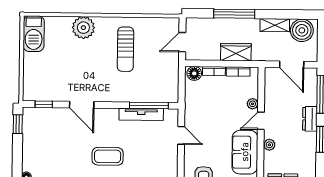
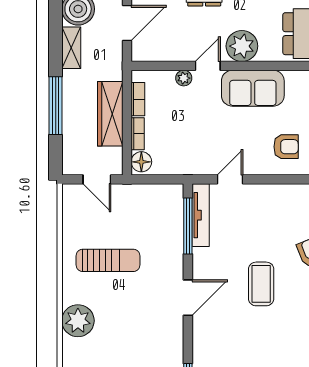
wardrobe: (236, 52) -> (110, 114), width x1.50
door: (82, 105) -> (188, 298), moved
tv unit: (141, 114) -> (201, 215), moved
door: (261, 121) -> (208, 66), swing flipped
plant: (269, 145) -> (242, 46), width x1.87, depth x1.87

